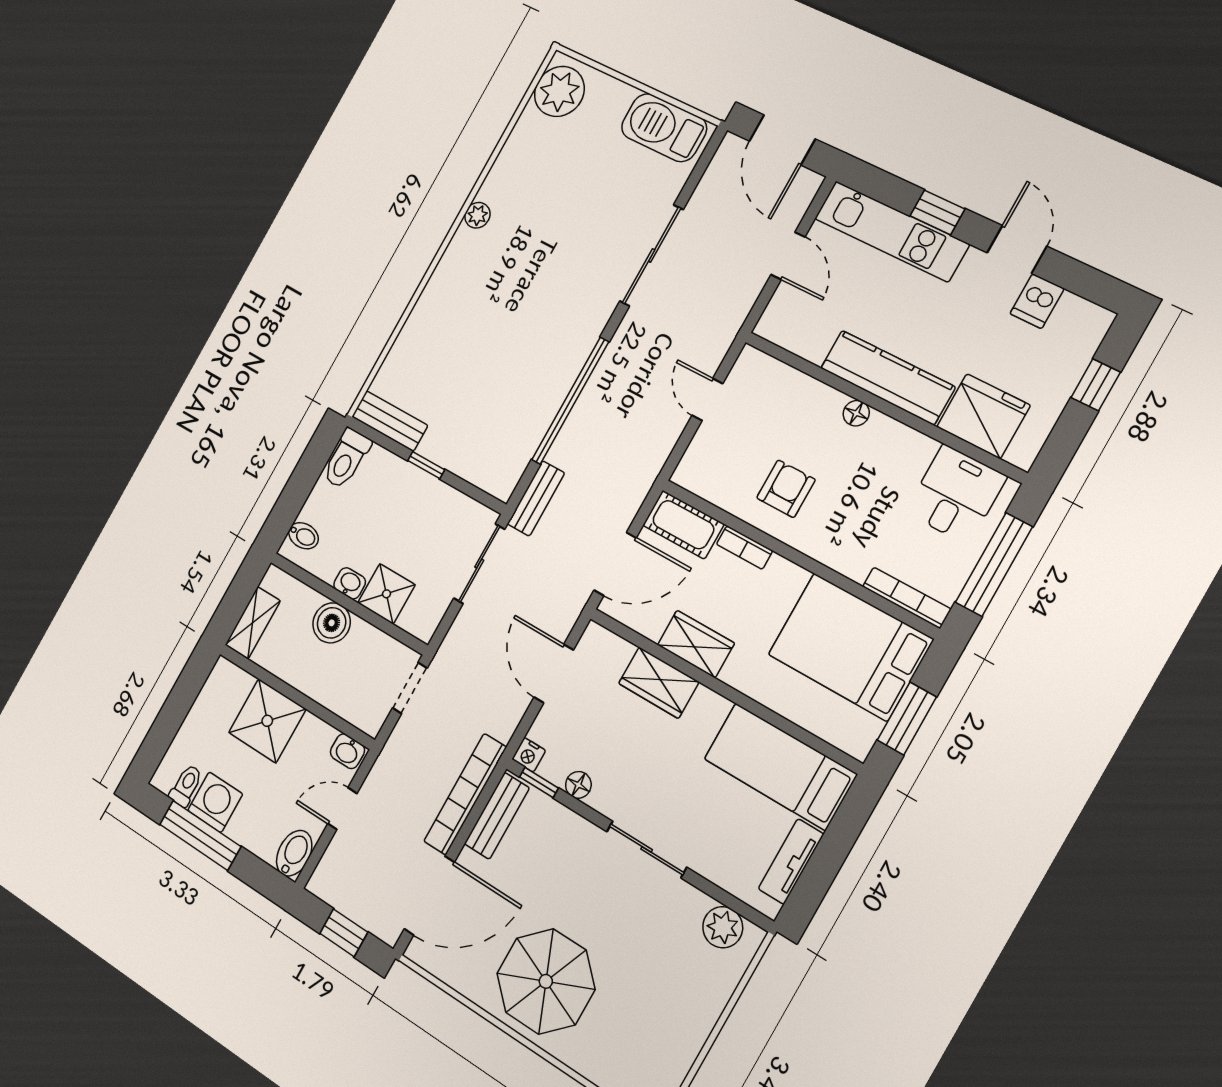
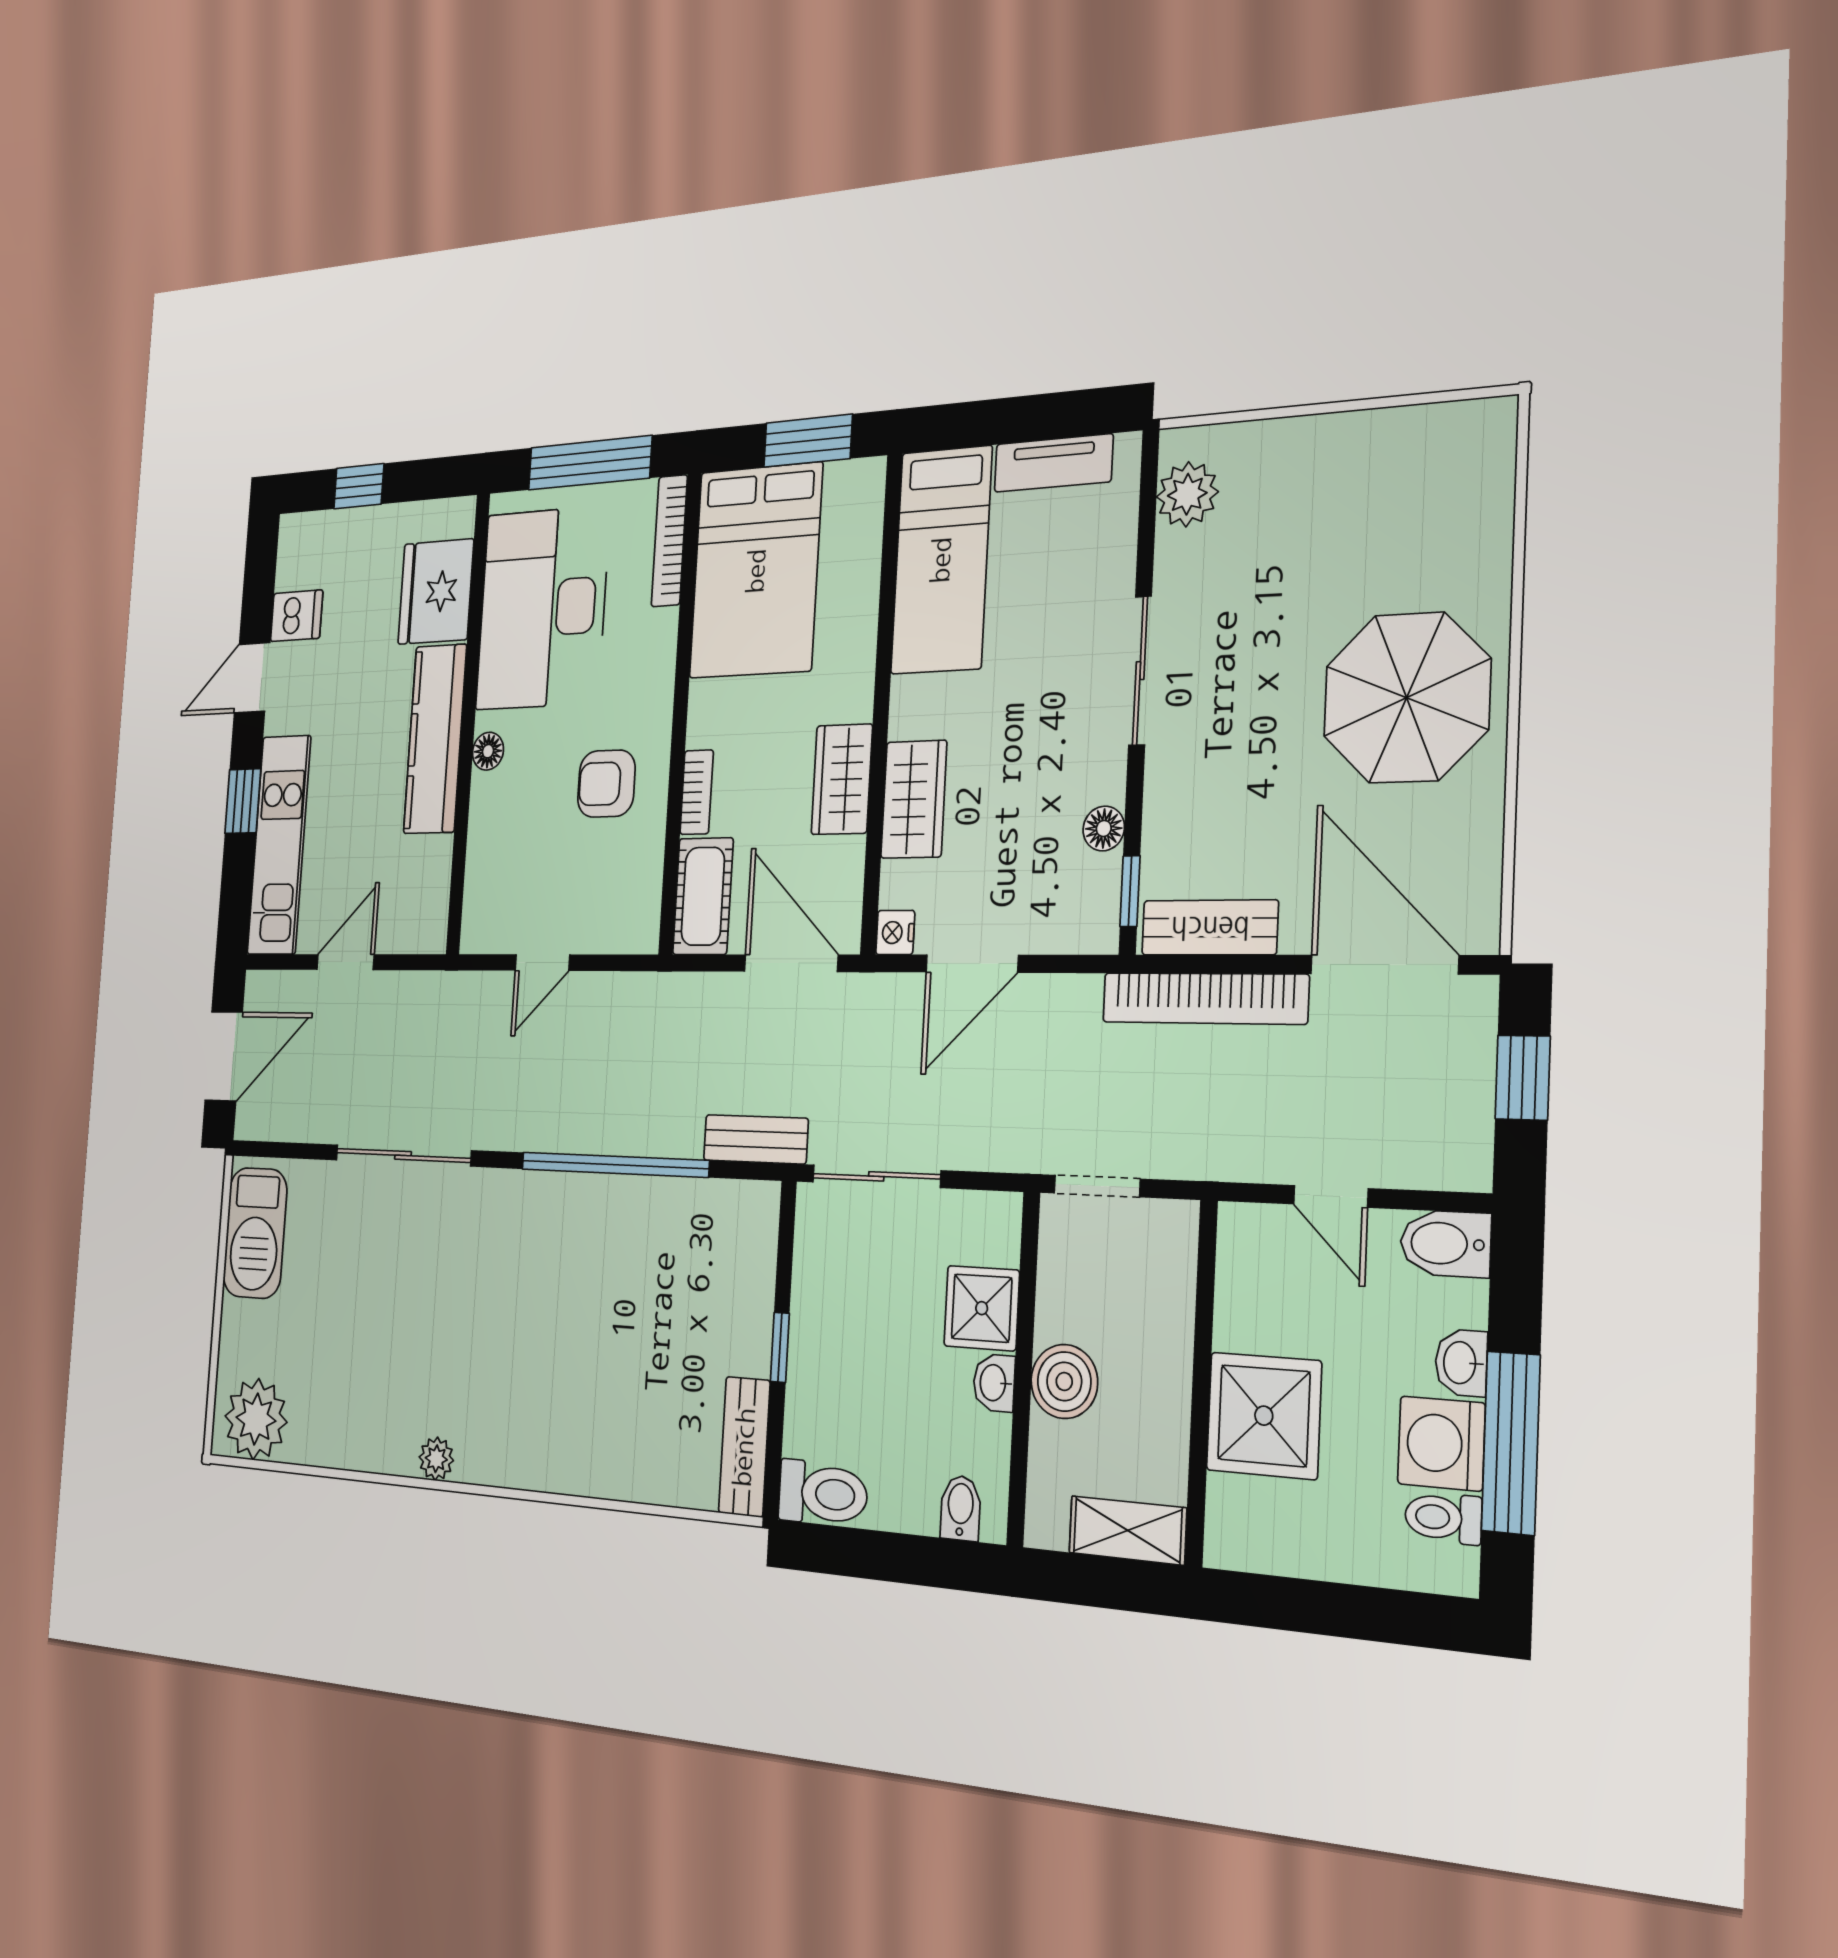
desk: (956, 494) -> (542, 608), width x1.87, depth x1.30
washbasin: (347, 751) -> (1461, 1363), moved, turned 180
nightstand: (529, 755) -> (895, 933), moved, turned 180

